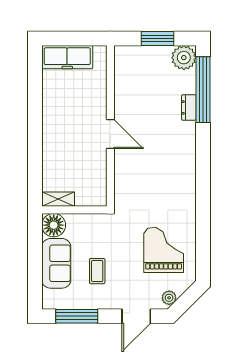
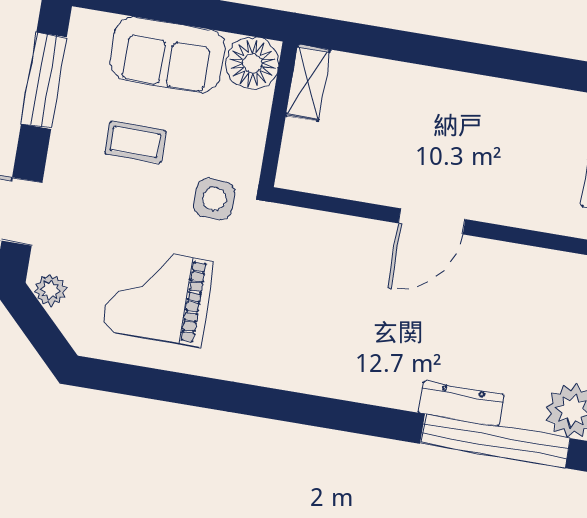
dresser: (189, 107) -> (461, 404), width x1.44
side table: (117, 232) -> (214, 199), added
grand piano: (164, 250) -> (157, 296), turned 180

